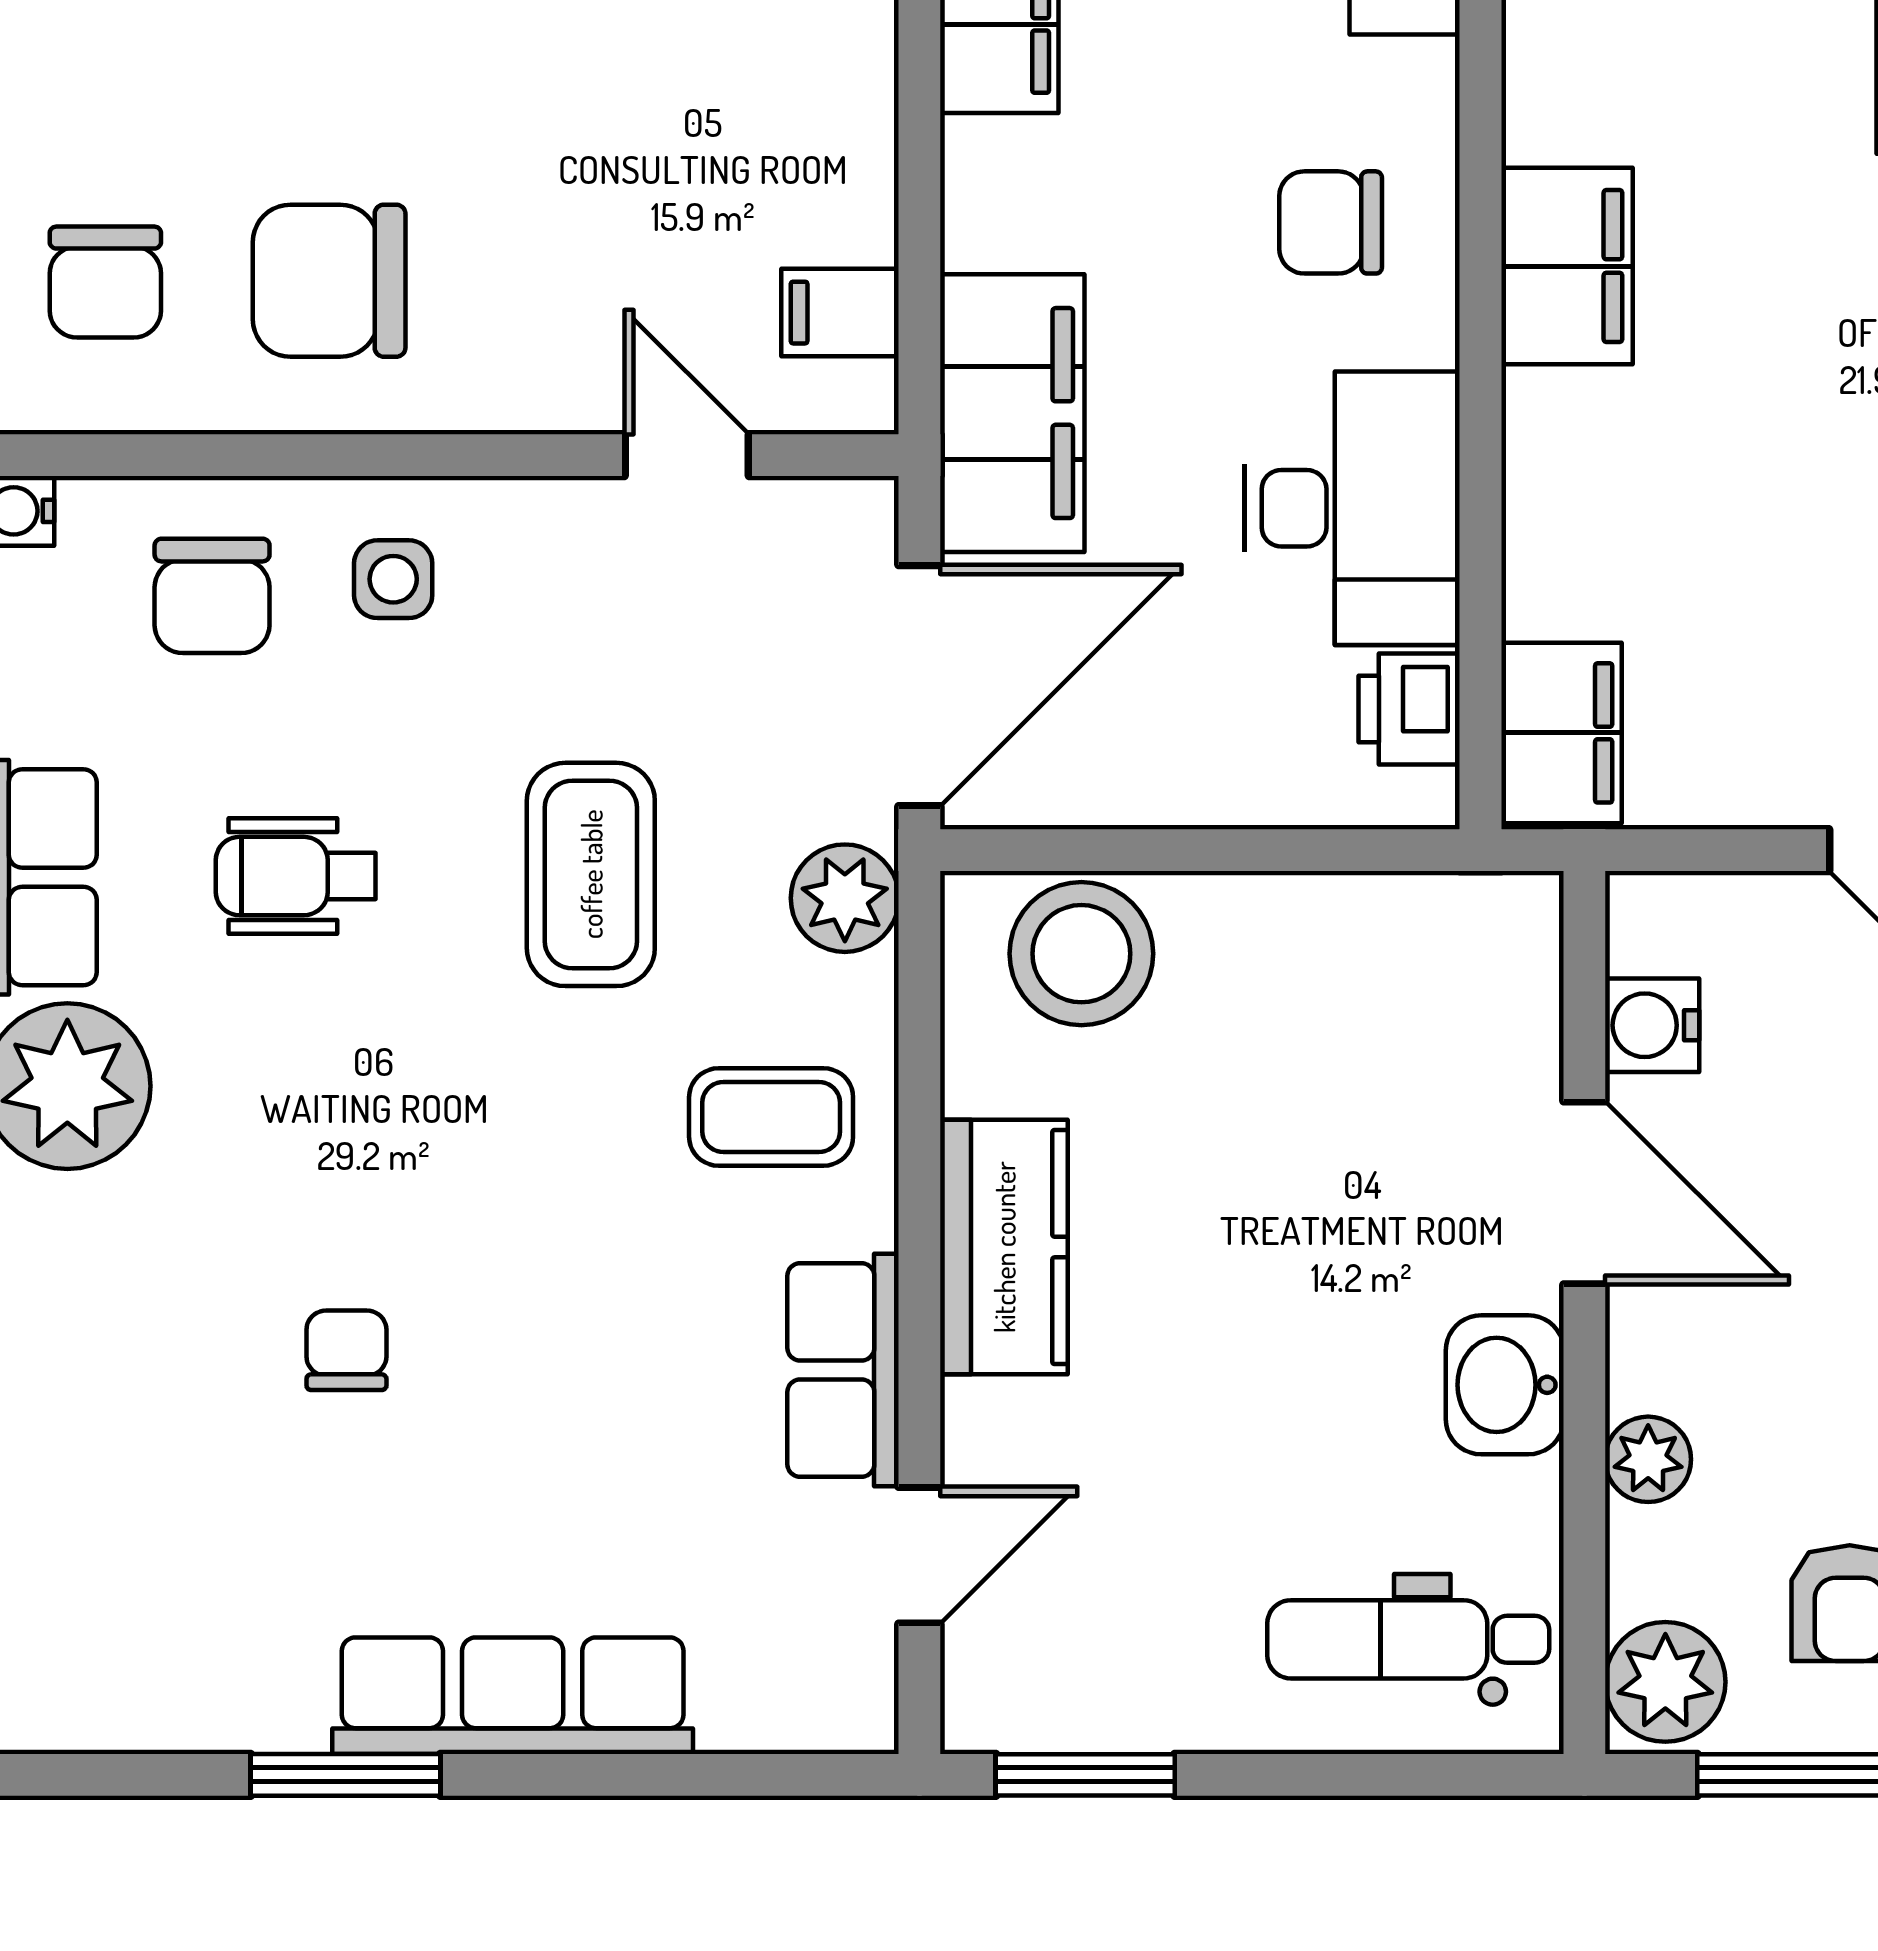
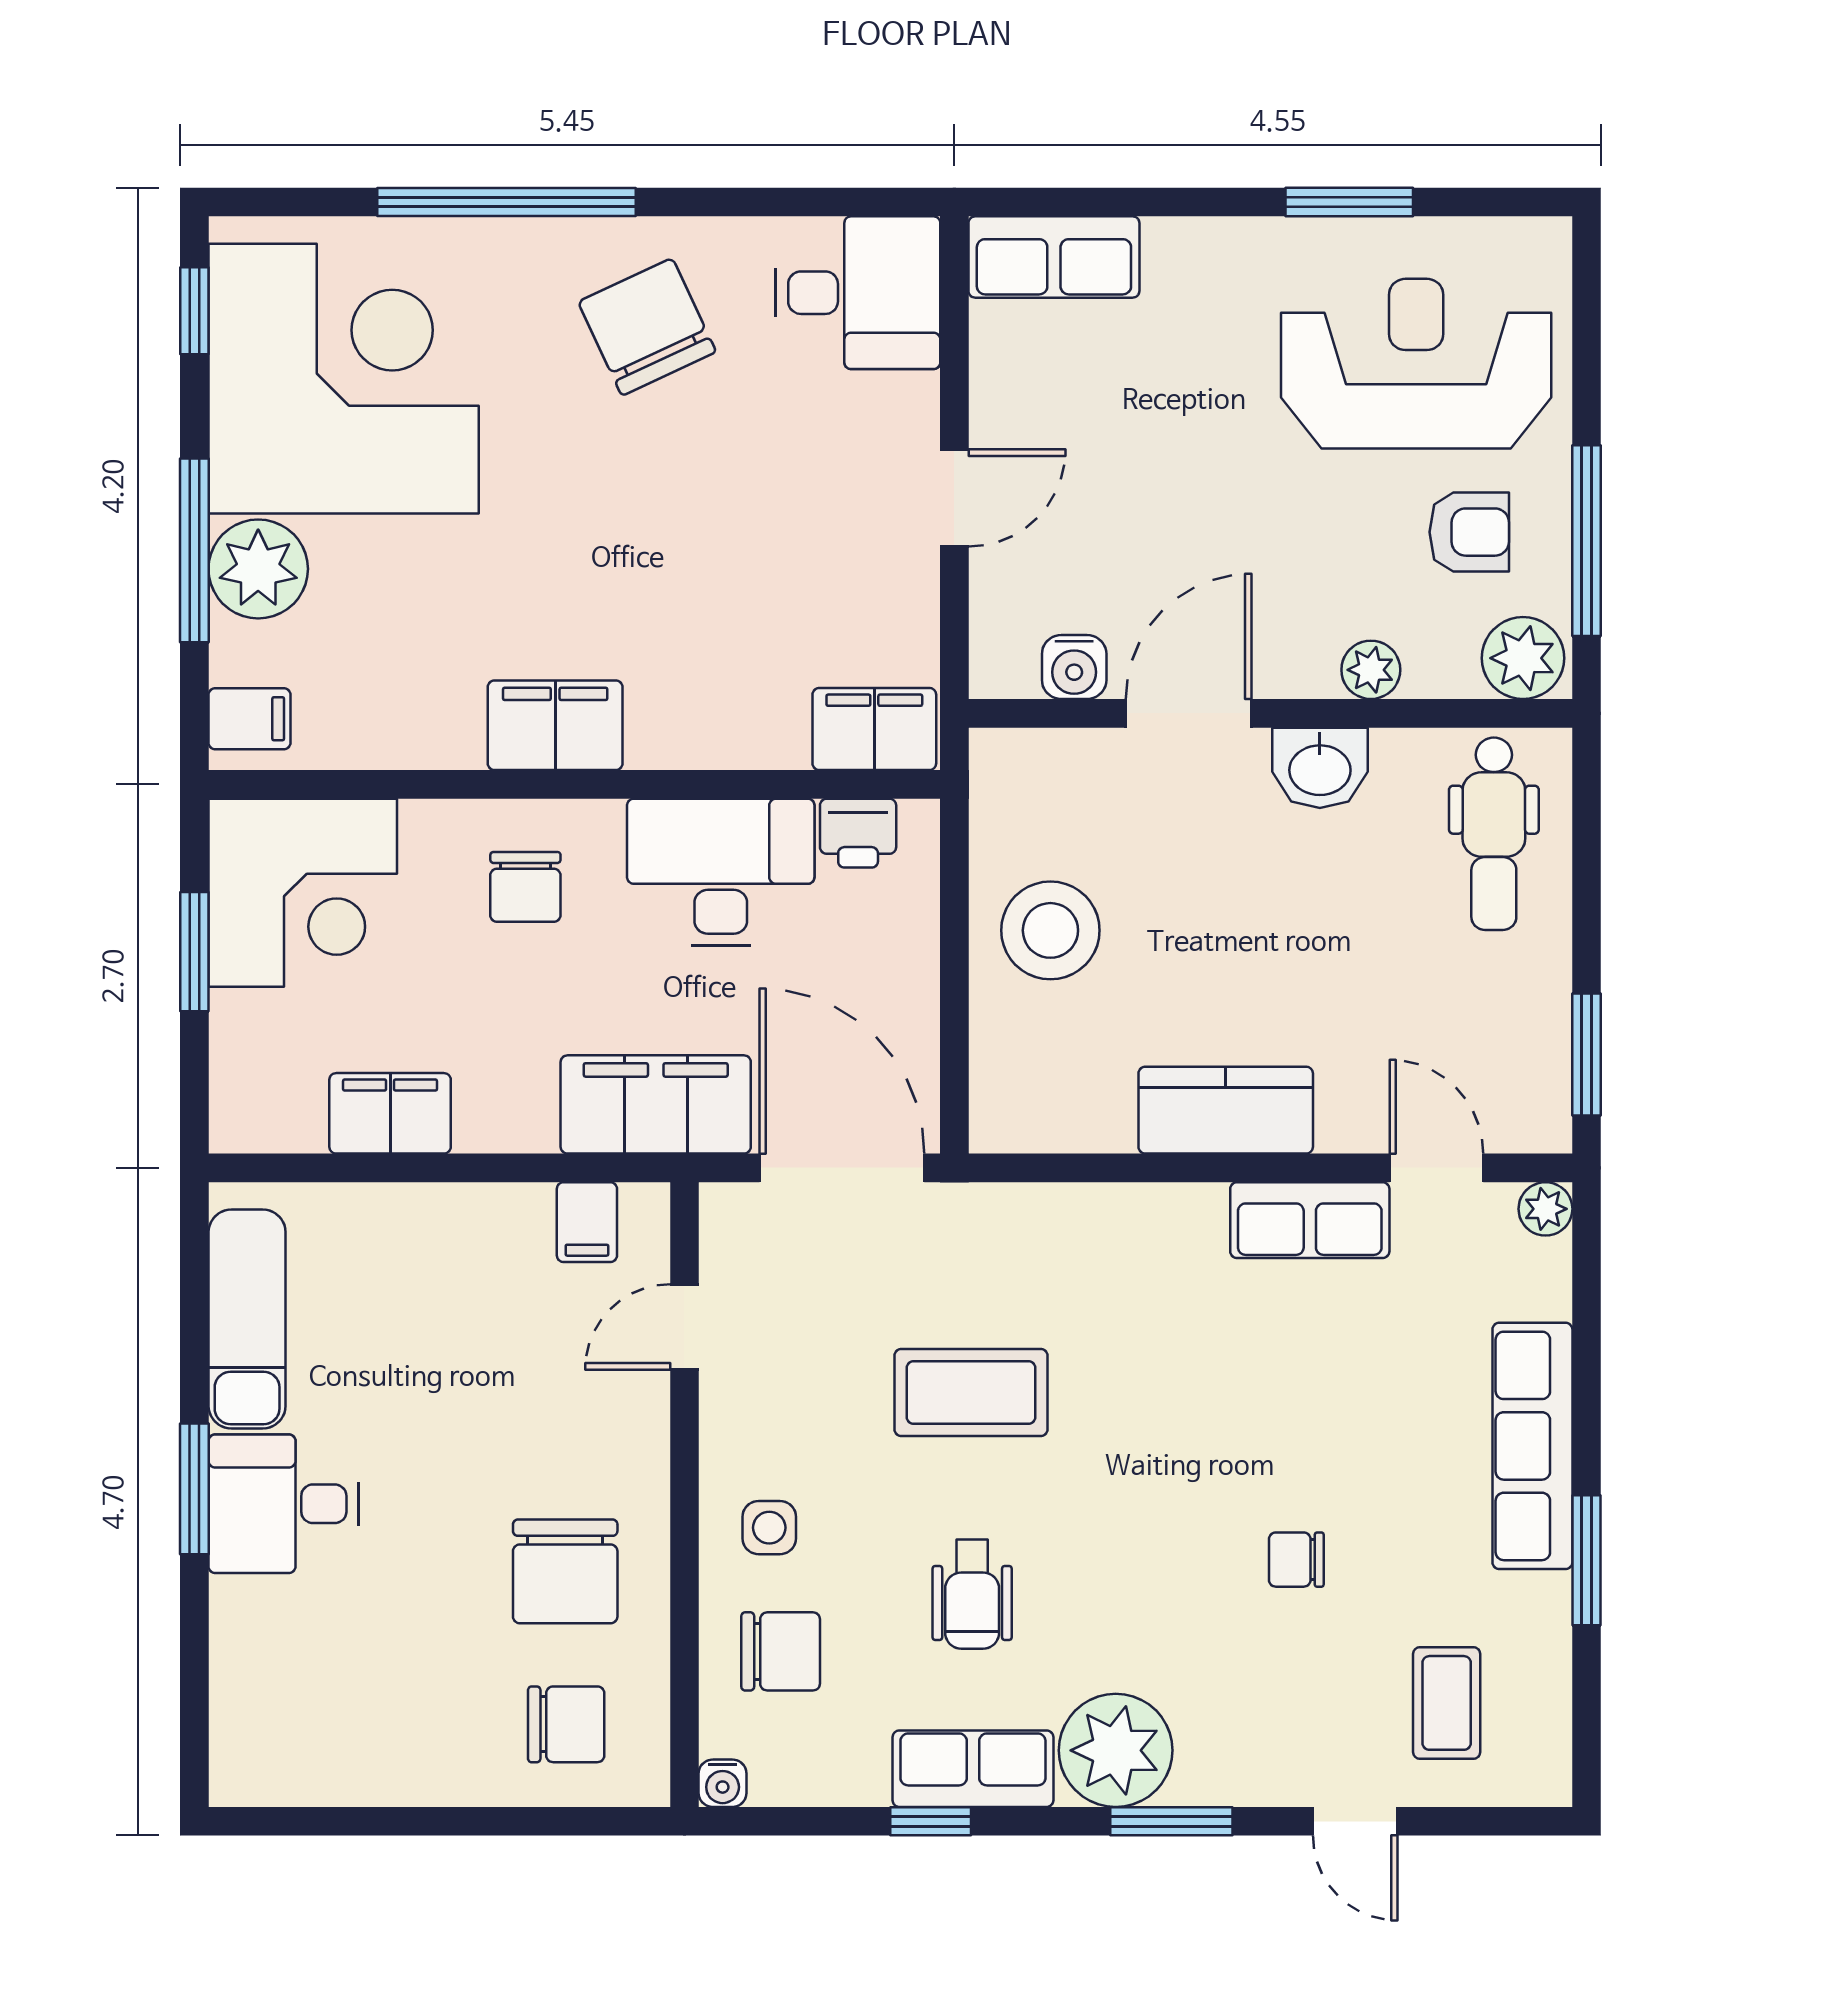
plant: (845, 898) -> (1545, 1209), moved, width x0.73, depth x0.73
stool: (1081, 954) -> (1050, 930), moved
coffee table: (771, 1117) -> (1447, 1703), moved

